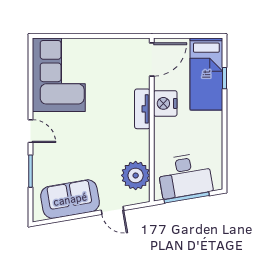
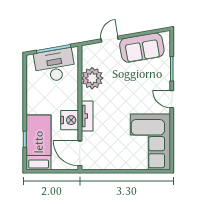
door: (152, 59) -> (80, 153), hinge flipped
plant: (136, 175) -> (92, 78), moved
door: (112, 210) -> (110, 39), hinge flipped

